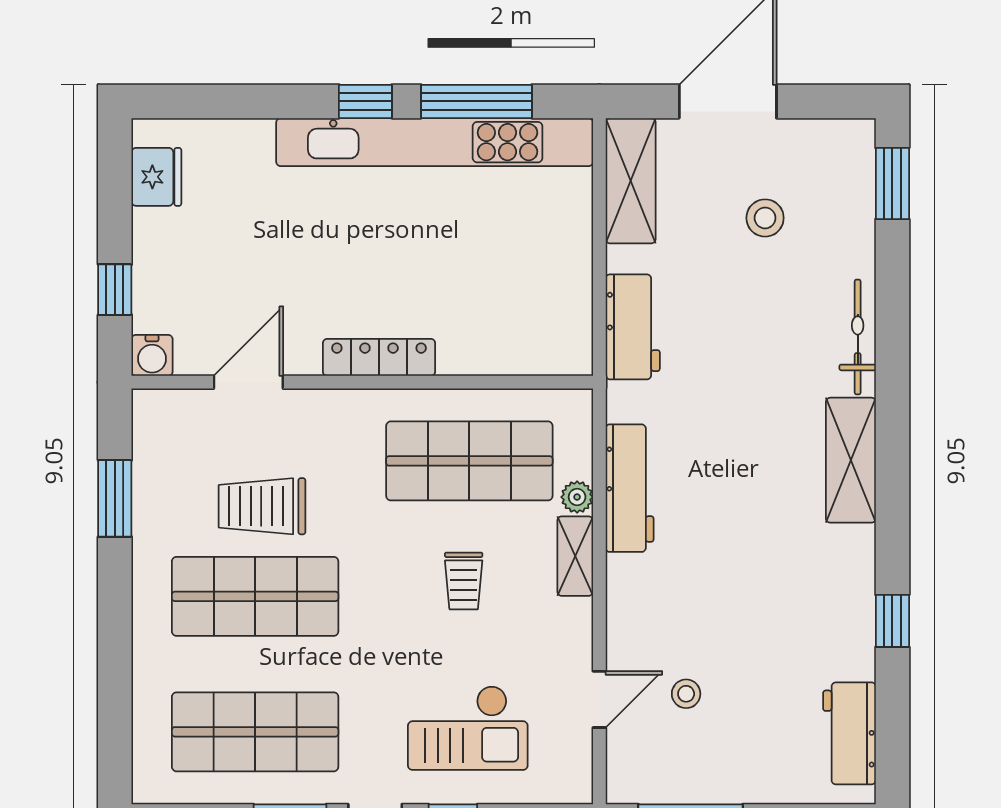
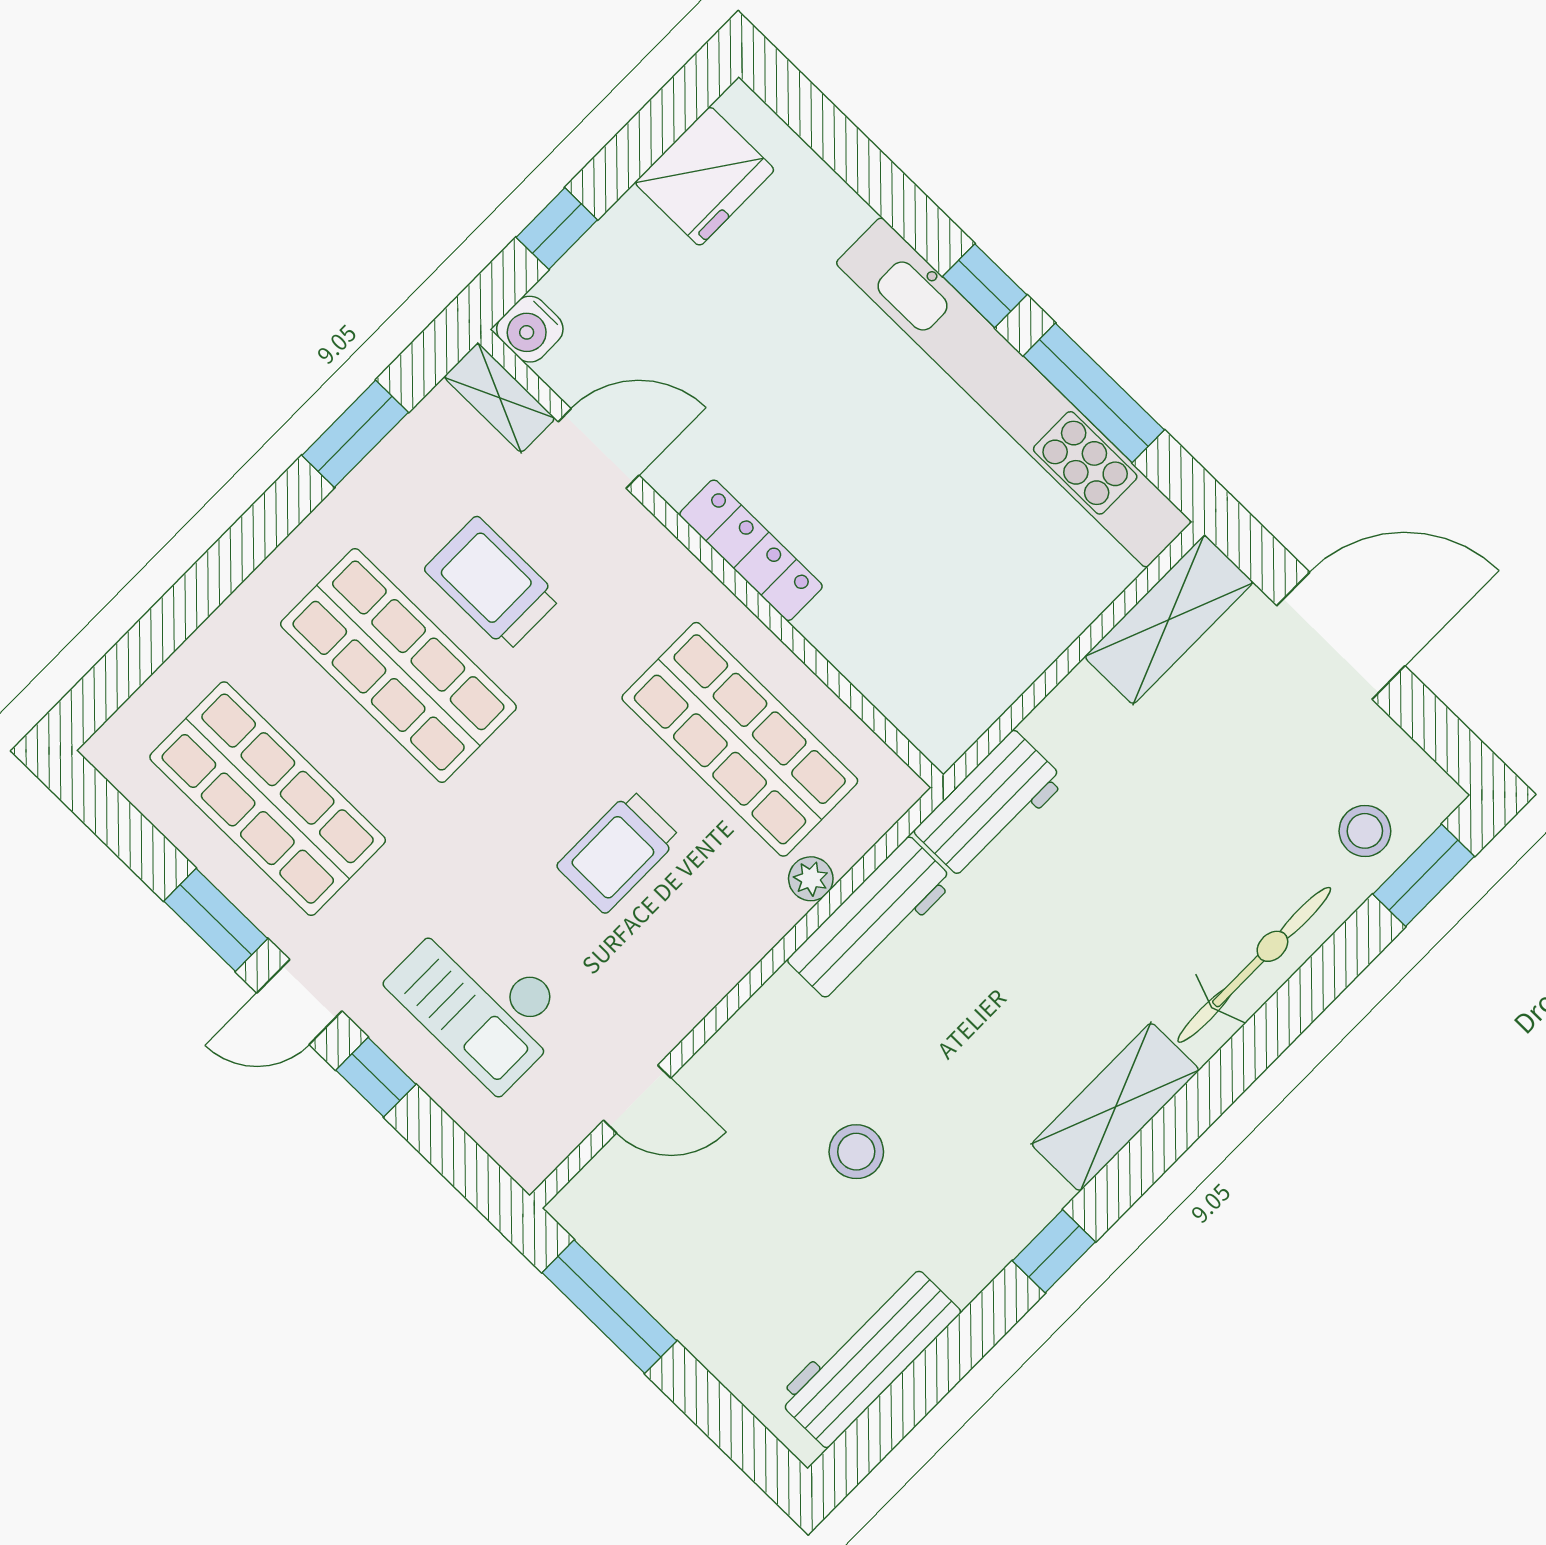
fridge: (156, 177) -> (705, 176), width x1.36, depth x1.34
stool: (765, 218) -> (1365, 831), moved
workbench: (633, 327) -> (990, 806), moved
bicycle: (858, 337) -> (1254, 965), width x1.37, depth x1.40
shelving: (575, 556) -> (499, 398), moved, turned 90
trolley: (464, 581) -> (618, 852), width x1.36, depth x1.39
window: (892, 621) -> (1054, 1251), moved
stool: (686, 694) -> (856, 1152), moved, width x1.37, depth x1.37
workbench: (849, 733) -> (869, 1355), width x1.38

